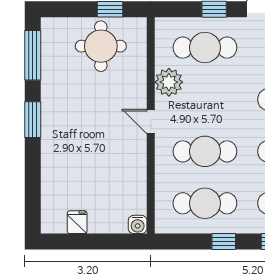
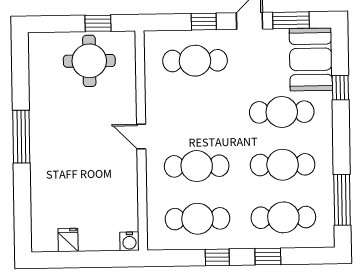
window: (33, 55) -> (20, 71), removed
plant: (169, 82) -> (159, 96), removed
window: (33, 120) -> (21, 137), width x1.44

